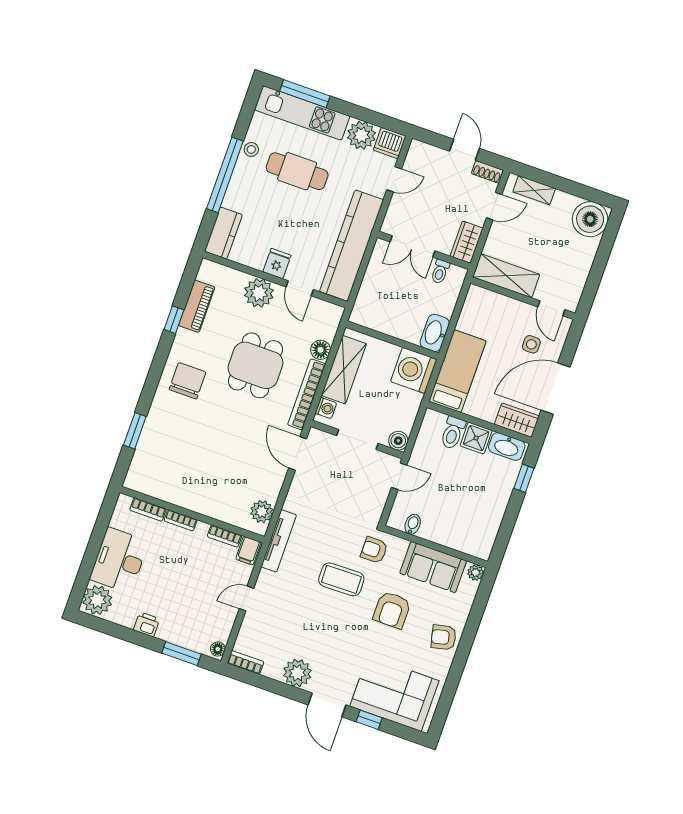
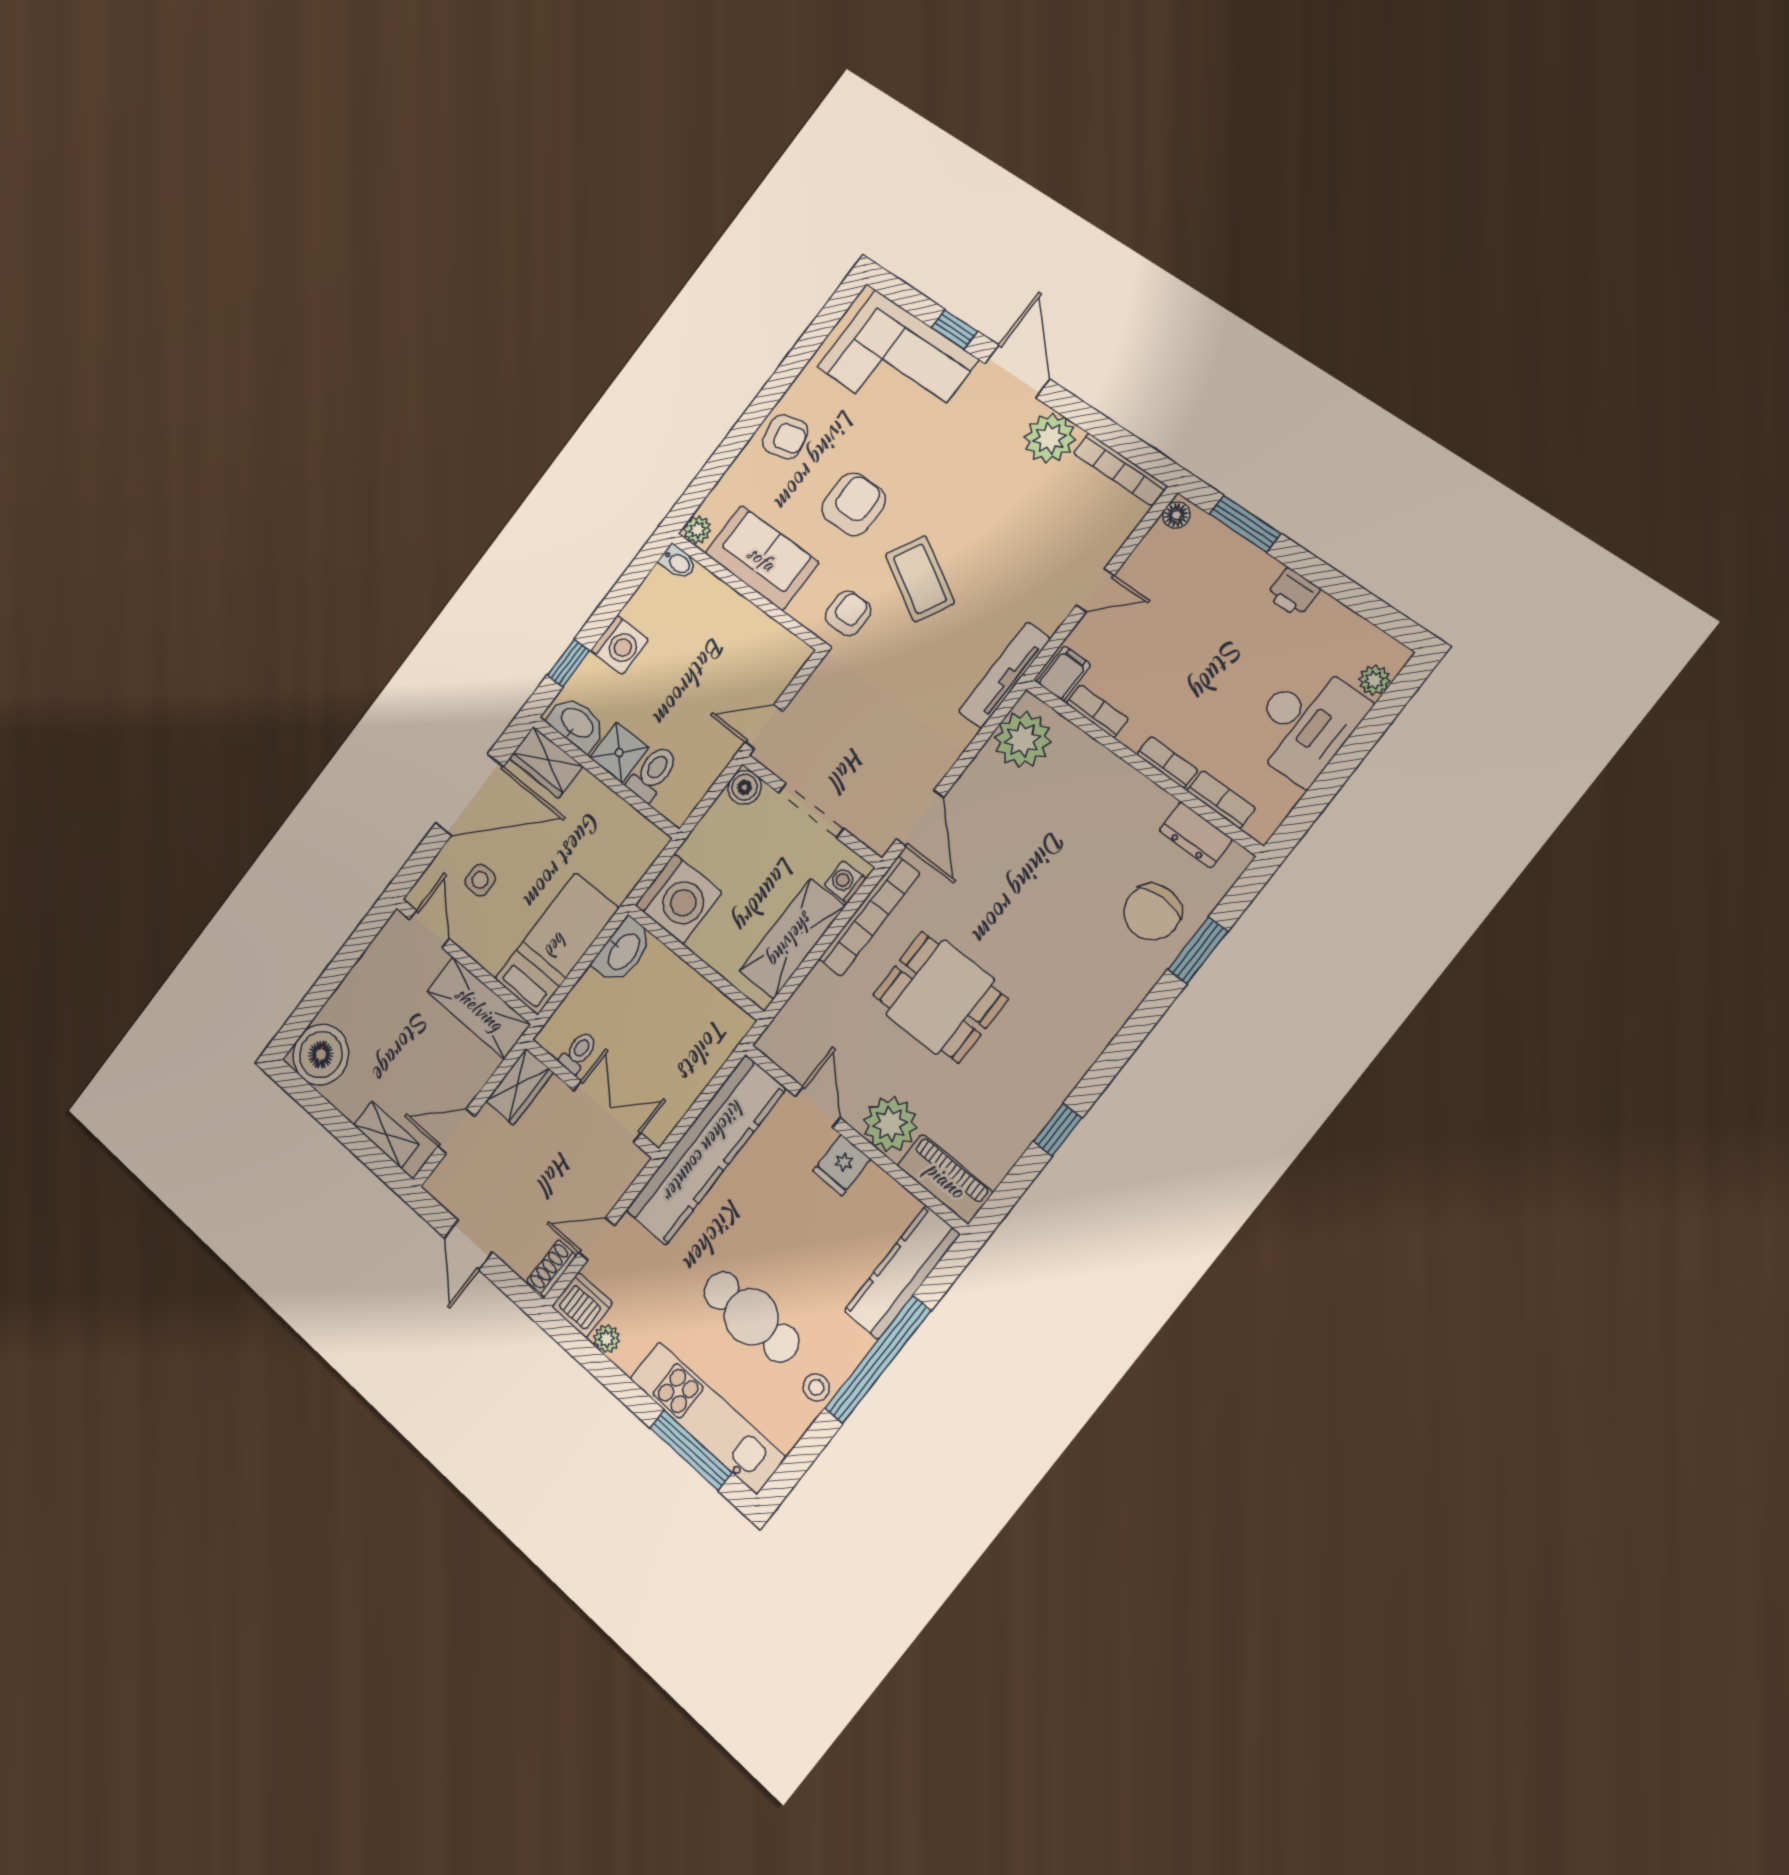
plant: (361, 135) -> (607, 1339), width x0.53, depth x0.53
shoe rack: (487, 172) -> (552, 1268), moved, turned -90
kitchen counter: (223, 233) -> (902, 1273), width x1.50
piano: (197, 306) -> (945, 1179), moved, turned 90
floor lamp: (321, 350) -> (819, 986), removed
dining table: (255, 365) -> (940, 997), turned 90
bed: (457, 371) -> (557, 944), moved, turned 180
chair: (188, 381) -> (1152, 912), moved
dresser: (155, 488) -> (1196, 835), added
washing machine: (498, 497) -> (620, 645), added
plant: (262, 512) -> (1023, 740), width x1.36, depth x1.36
bidet: (413, 524) -> (678, 562), moved, turned -90
armchair: (374, 550) -> (848, 613), turned -90
coffee table: (341, 579) -> (920, 579), turned 30
plant: (97, 600) -> (1374, 680), width x0.53, depth x0.53
bookcase: (245, 662) -> (1120, 470), width x1.56

